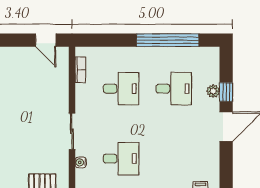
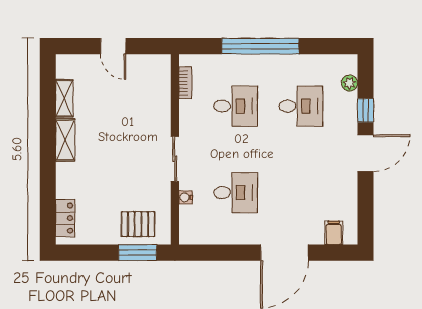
door: (46, 40) -> (113, 46), moved
window: (168, 40) -> (260, 46), moved
plant: (213, 91) -> (350, 83), moved

